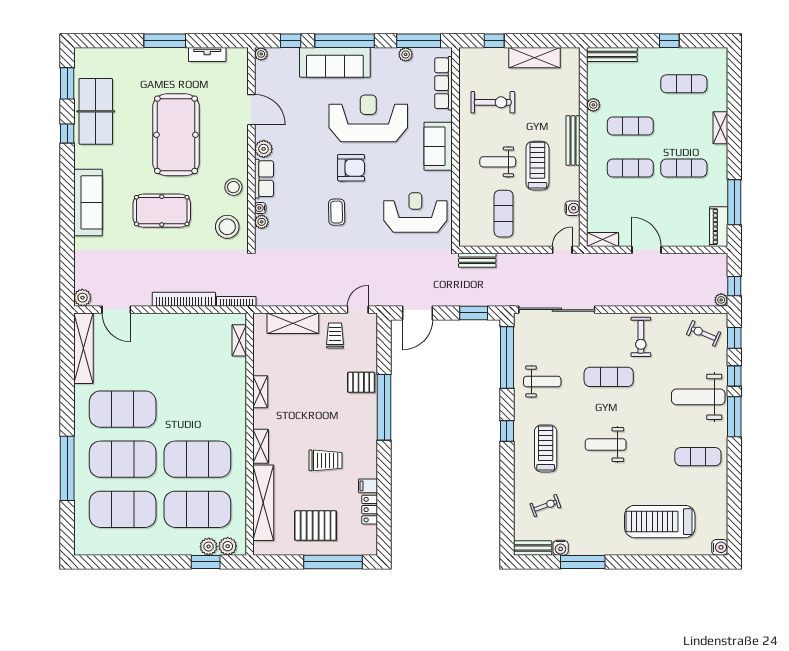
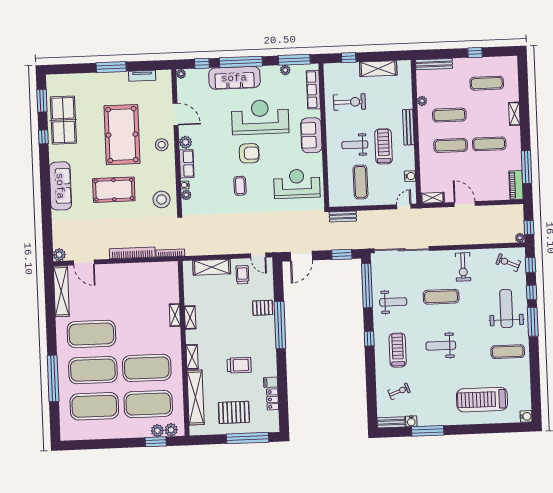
stool: (233, 187) -> (162, 145), moved
door: (358, 310) -> (258, 255), swing flipped
shelving: (239, 340) -> (175, 315), moved
weight bench: (698, 397) -> (506, 309), turned 90

